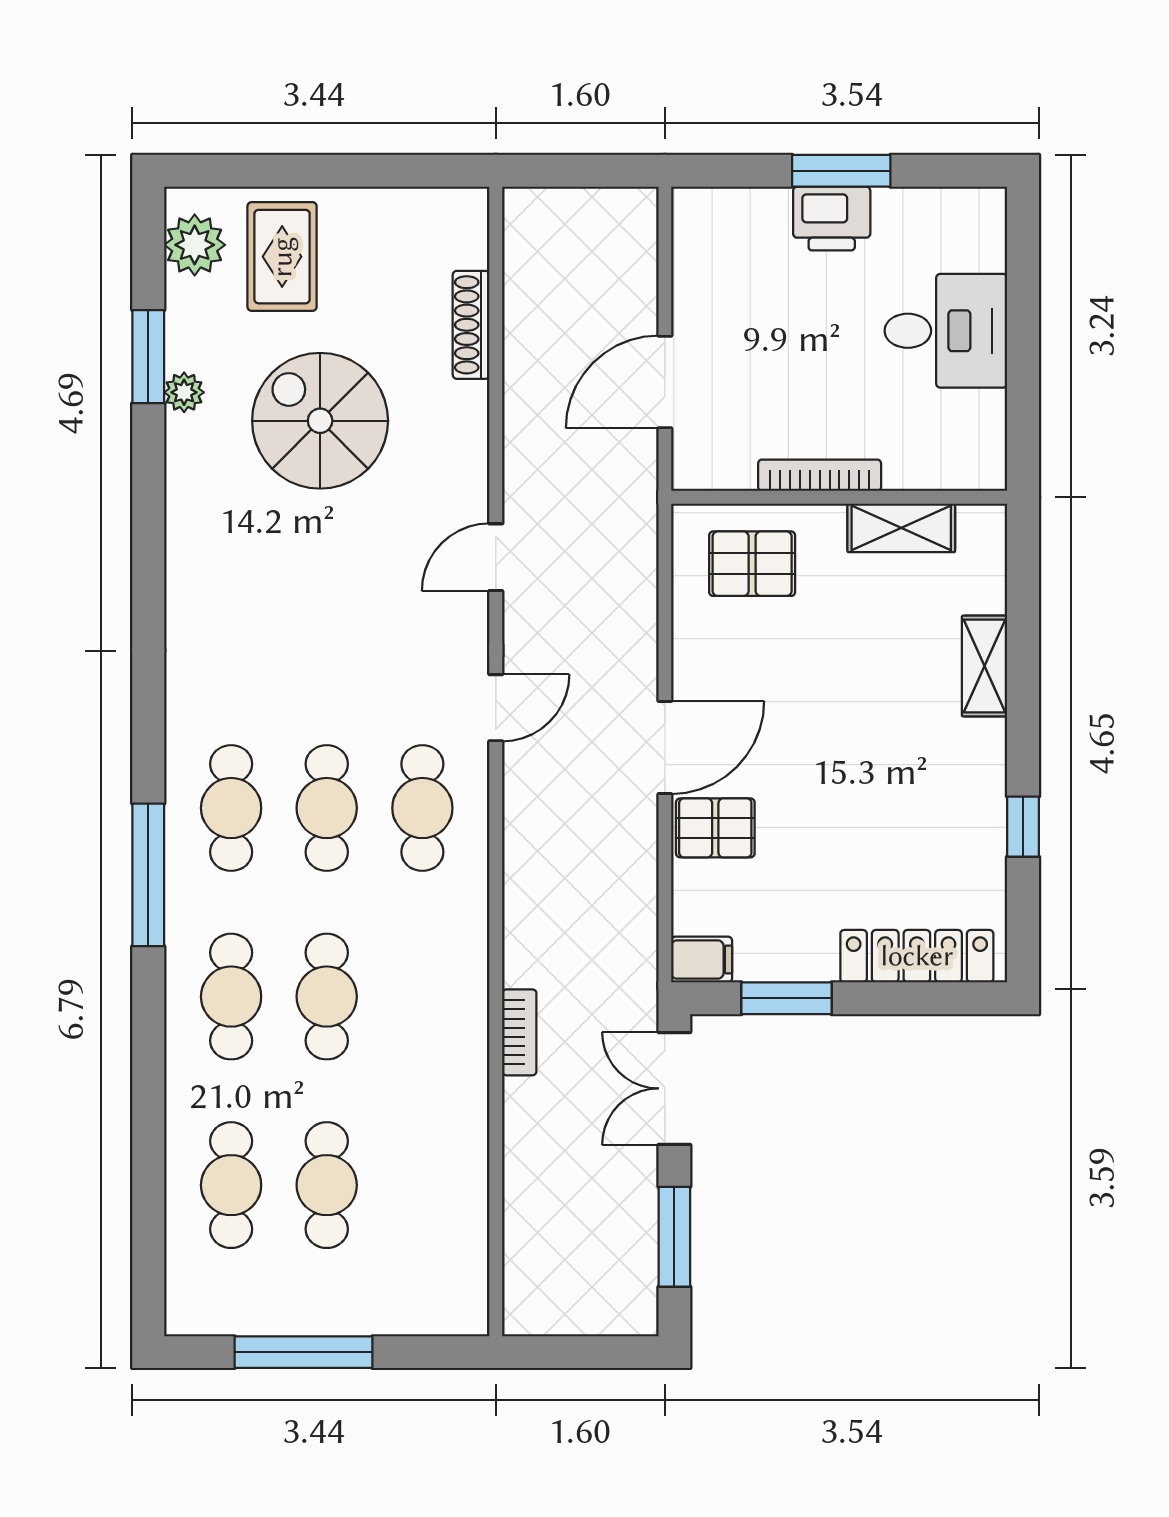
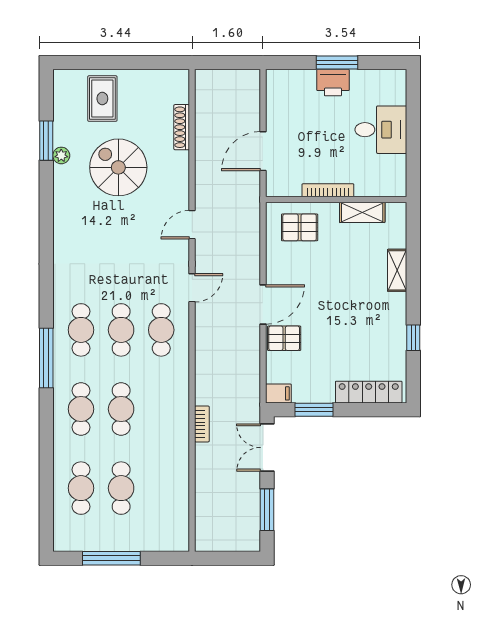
plant: (195, 245) -> (66, 94), removed

